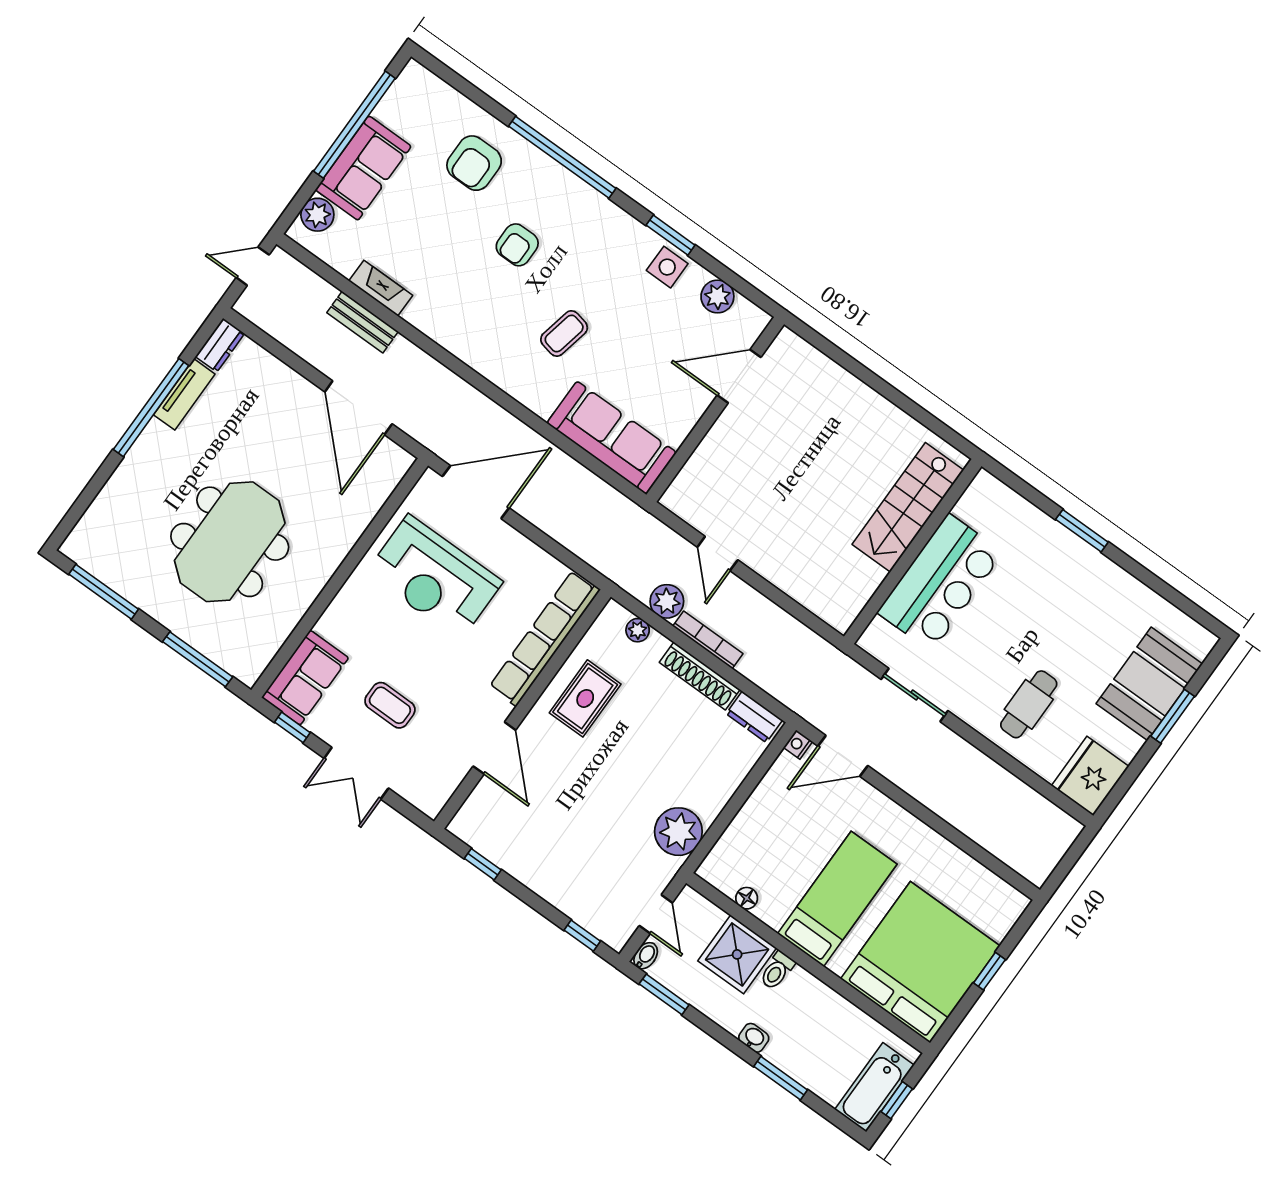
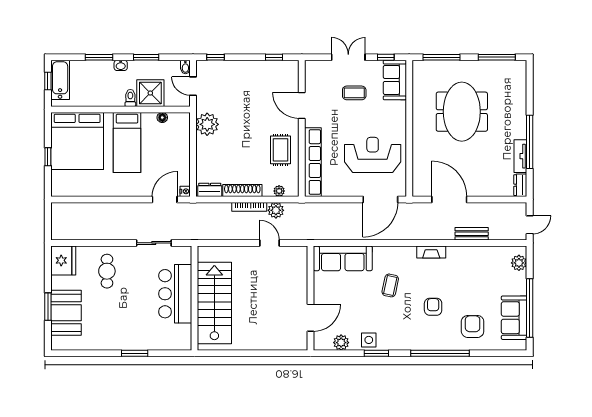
sofa: (363, 168) -> (514, 318), moved
fireplace: (381, 288) -> (431, 252), moved
stairs: (908, 507) -> (214, 303), width x1.36, depth x1.51
window: (664, 994) -> (146, 57), moved

